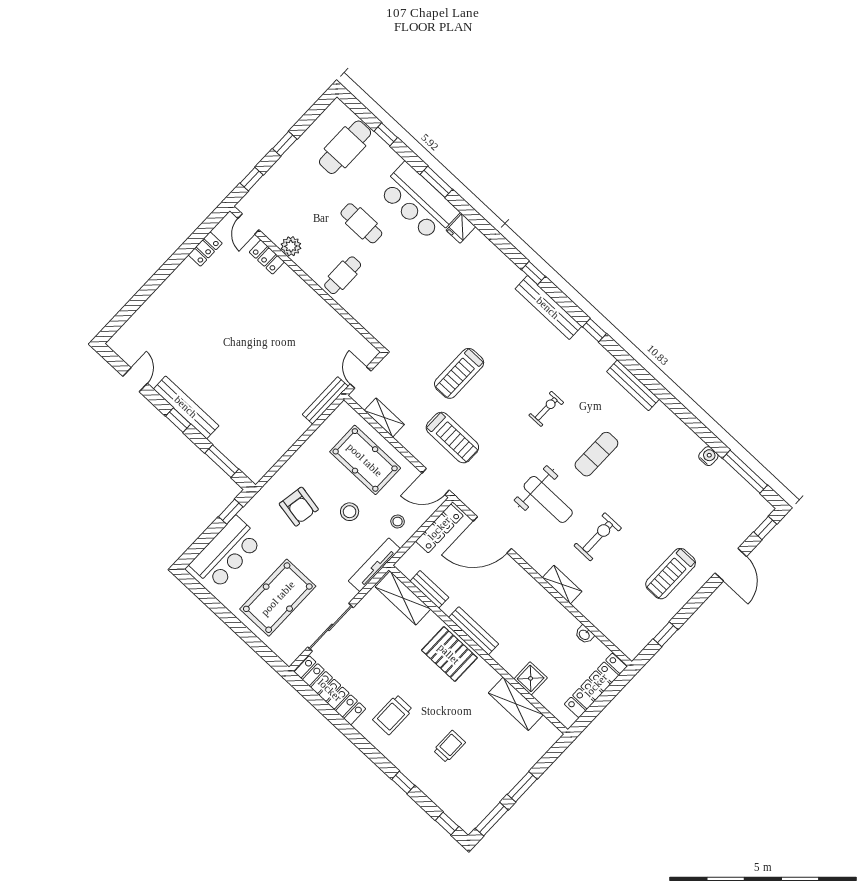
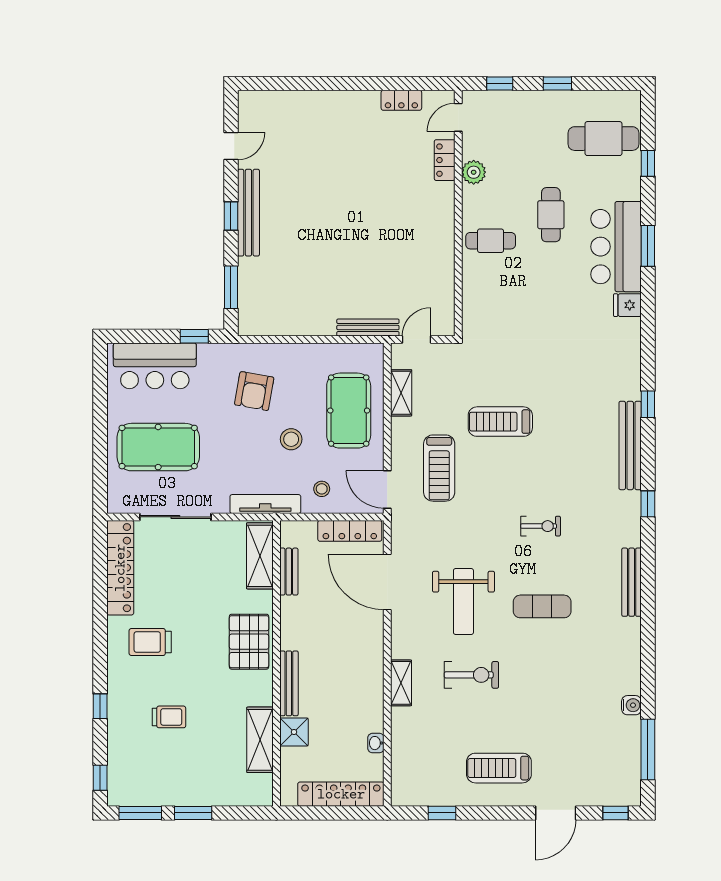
bench: (474, 631) -> (289, 683), moved

